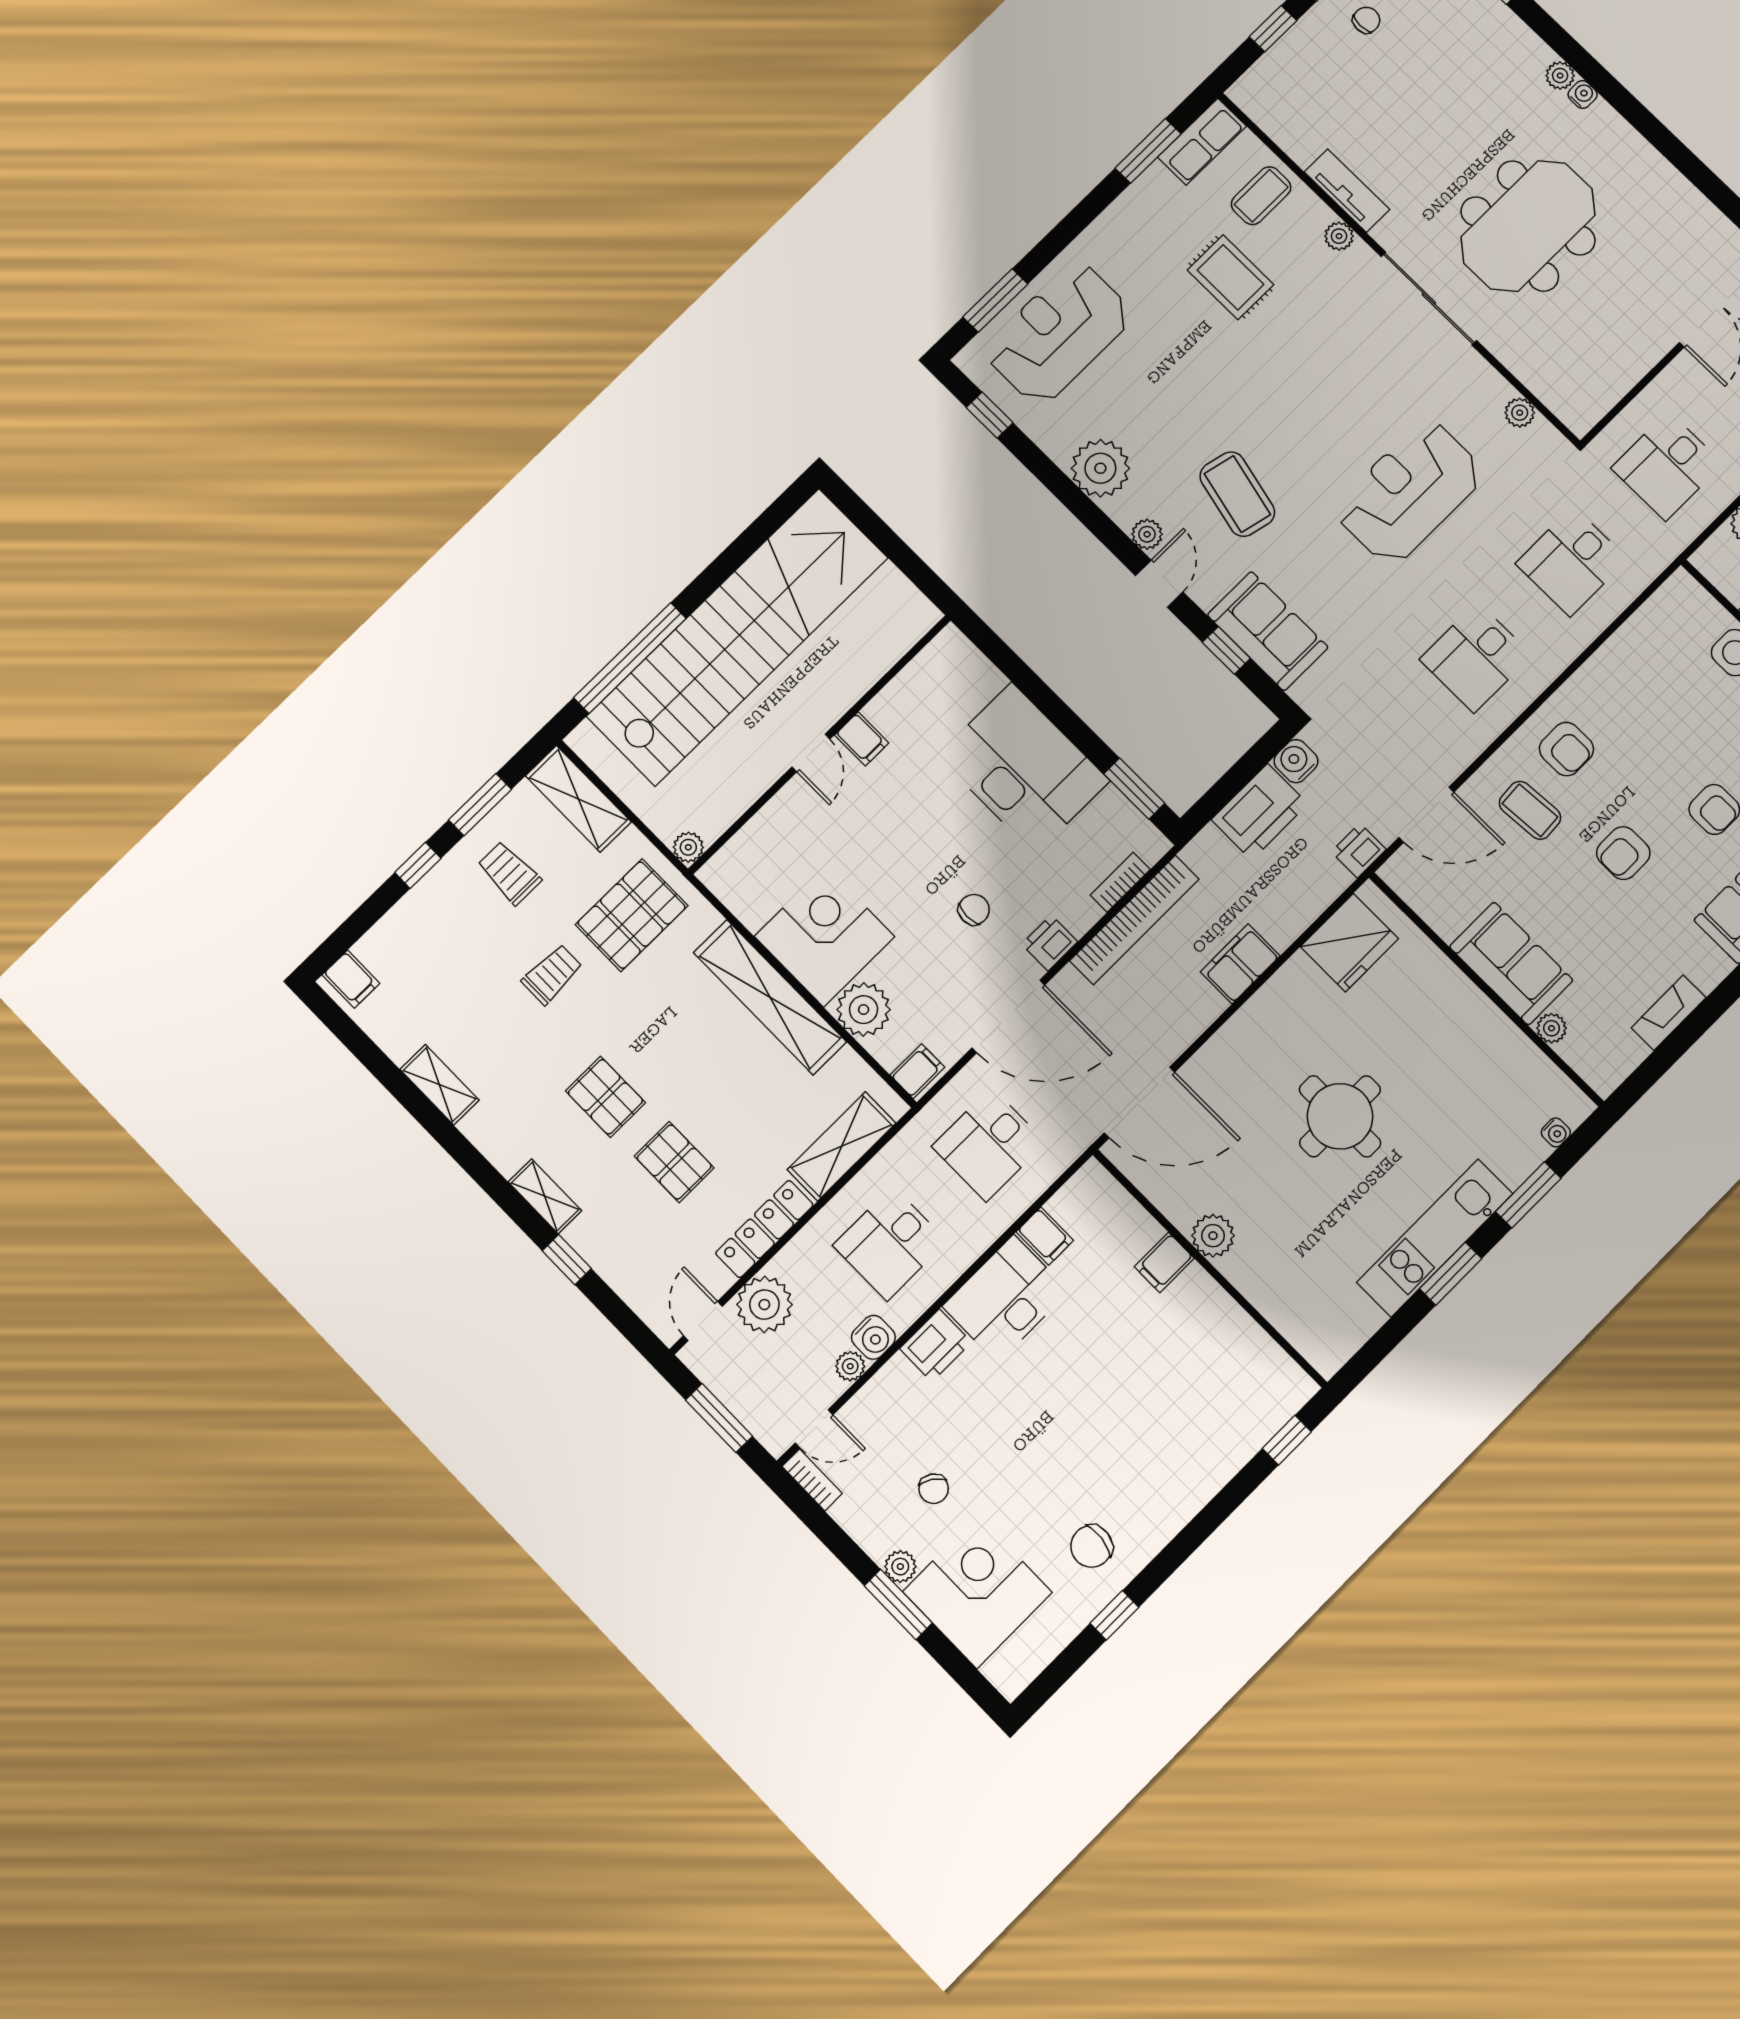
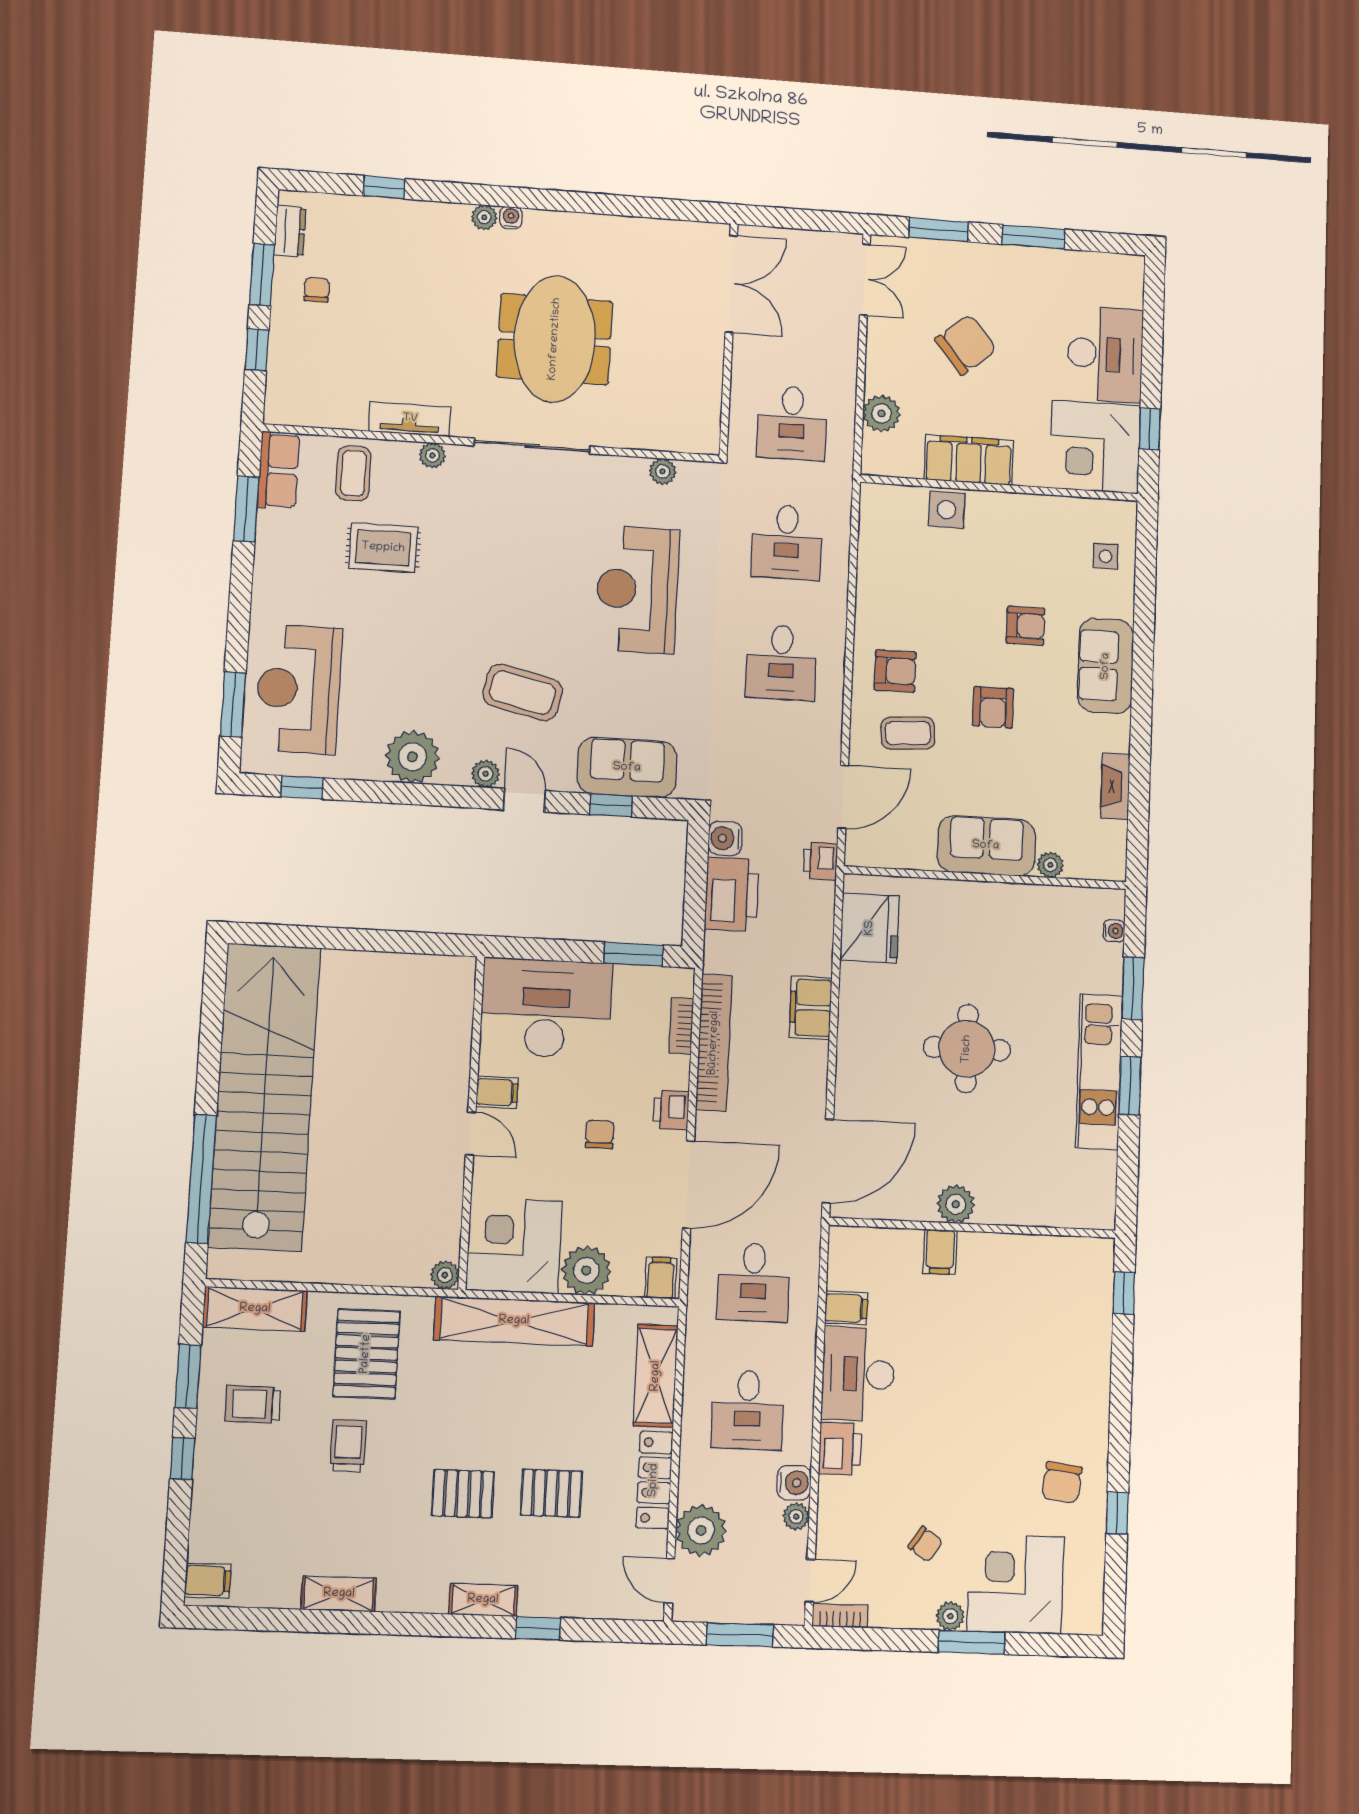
filing cabinet: (862, 739) -> (497, 1092), moved
wall: (820, 744) -> (471, 1122), moved
door: (811, 753) -> (471, 1134), moved
plant: (688, 847) -> (445, 1275), moved

